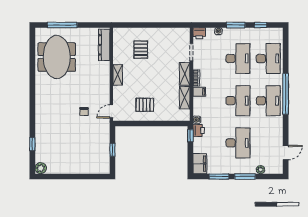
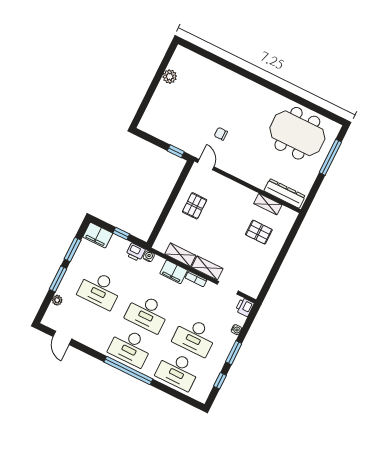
shelving: (118, 75) -> (268, 204), moved
filing cabinet: (199, 92) -> (174, 272), width x2.00
window: (190, 136) -> (121, 234), moved
window: (32, 144) -> (213, 57), removed
window: (112, 150) -> (176, 151), moved
plant: (41, 168) -> (170, 77), moved

